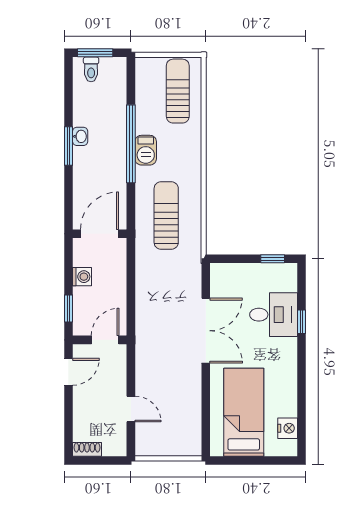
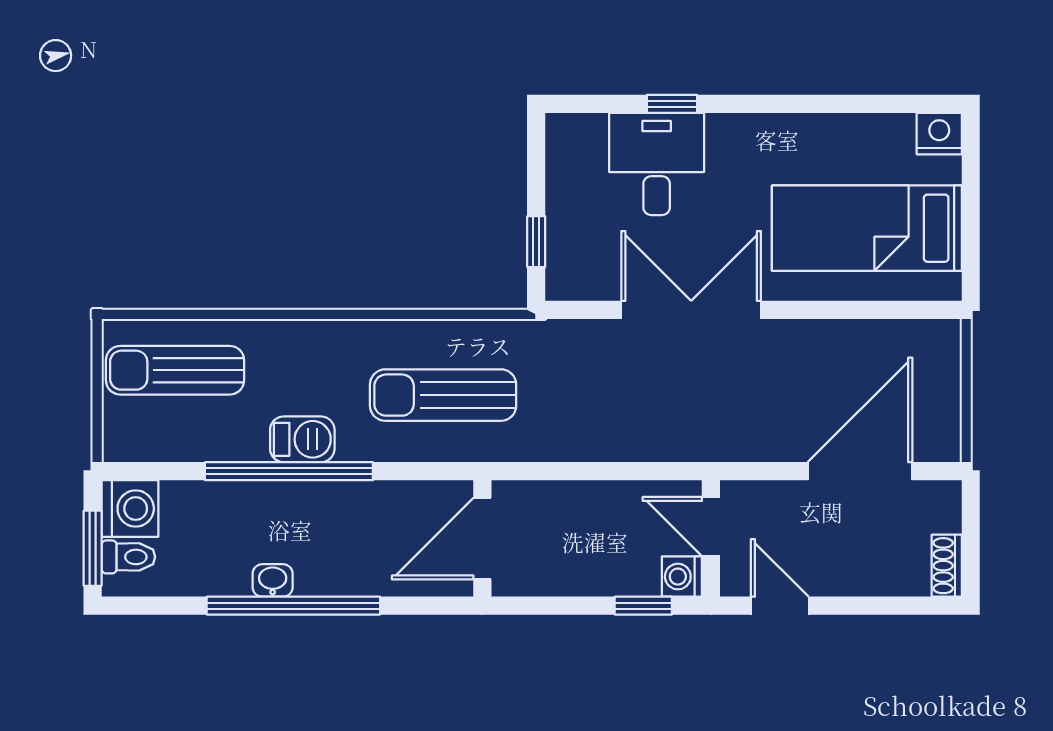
washing machine: (114, 70) -> (130, 509), added
window: (68, 146) -> (293, 606), width x2.11
door: (100, 234) -> (482, 539), hinge flipped
window: (273, 259) -> (536, 242), moved
washing machine: (82, 277) -> (682, 577), moved, turned -90
door: (131, 409) -> (860, 471), width x1.88
nightstand: (288, 428) -> (939, 134), moved

